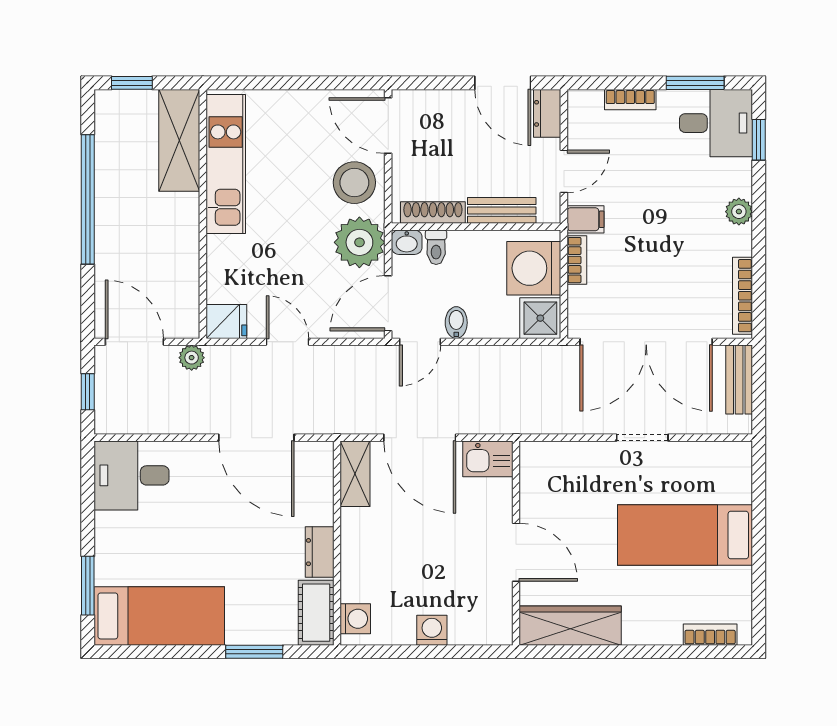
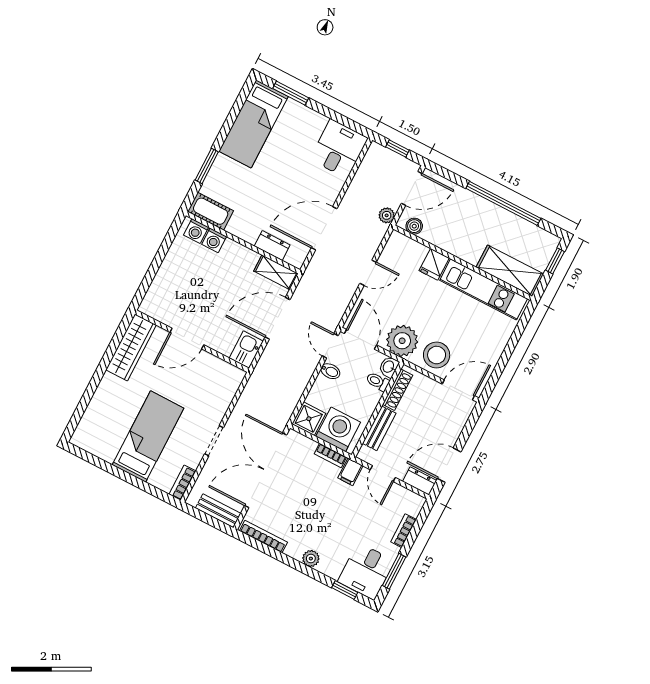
boiler: (187, 310) -> (414, 226), added
fridge: (226, 321) -> (434, 264), moved
dresser: (320, 552) -> (272, 246), moved
washing machine: (432, 630) -> (214, 240), moved, turned 90
bookcase: (710, 635) -> (182, 483), moved, turned 180

